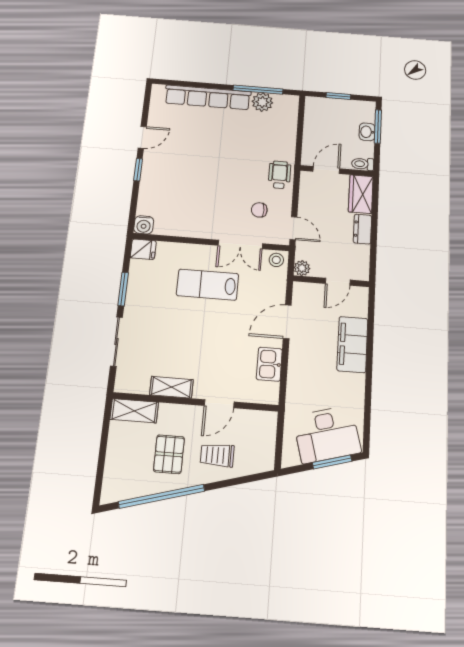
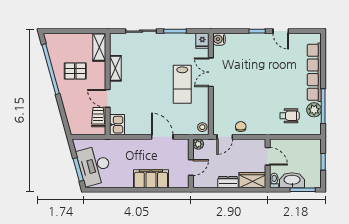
washbasin: (367, 132) -> (292, 180), width x1.91, depth x1.45
wheelchair: (280, 175) -> (289, 116), moved
chair: (259, 210) -> (241, 127), moved
double door: (240, 244) -> (211, 72), moved
door: (338, 282) -> (191, 168), swing flipped
lab bench: (208, 285) -> (182, 84), turned 180
kitchen sink: (269, 364) -> (117, 125), moved, turned 90
trolley: (217, 455) -> (98, 117), moved

